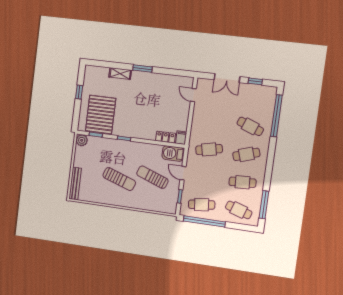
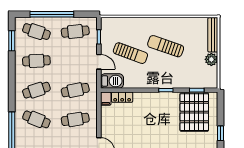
cafe table: (213, 122) -> (75, 119), added
plant: (82, 140) -> (211, 59), moved
window: (264, 205) -> (12, 41), width x0.69
window: (204, 221) -> (52, 14), moved

